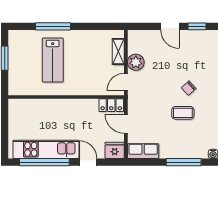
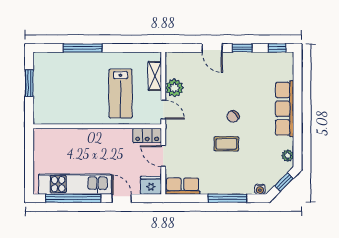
lab bench: (53, 60) -> (121, 94), moved
door: (126, 82) -> (163, 110), swing flipped

